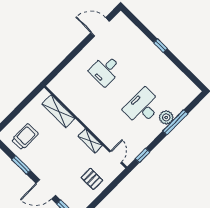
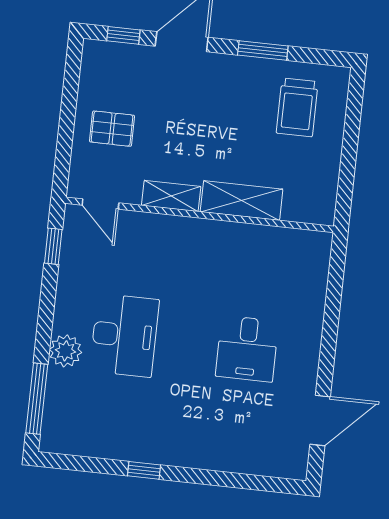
window: (160, 46) -> (144, 470), moved
desk: (105, 70) -> (247, 349), turned 180
shelving: (58, 111) -> (242, 201), moved
window: (175, 122) -> (37, 399), moved

